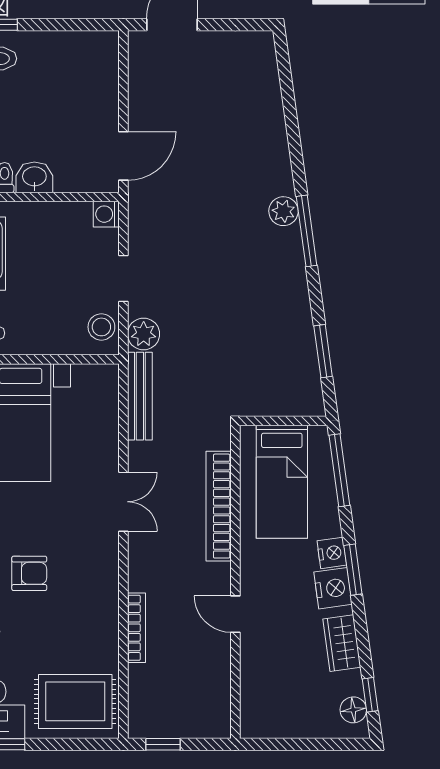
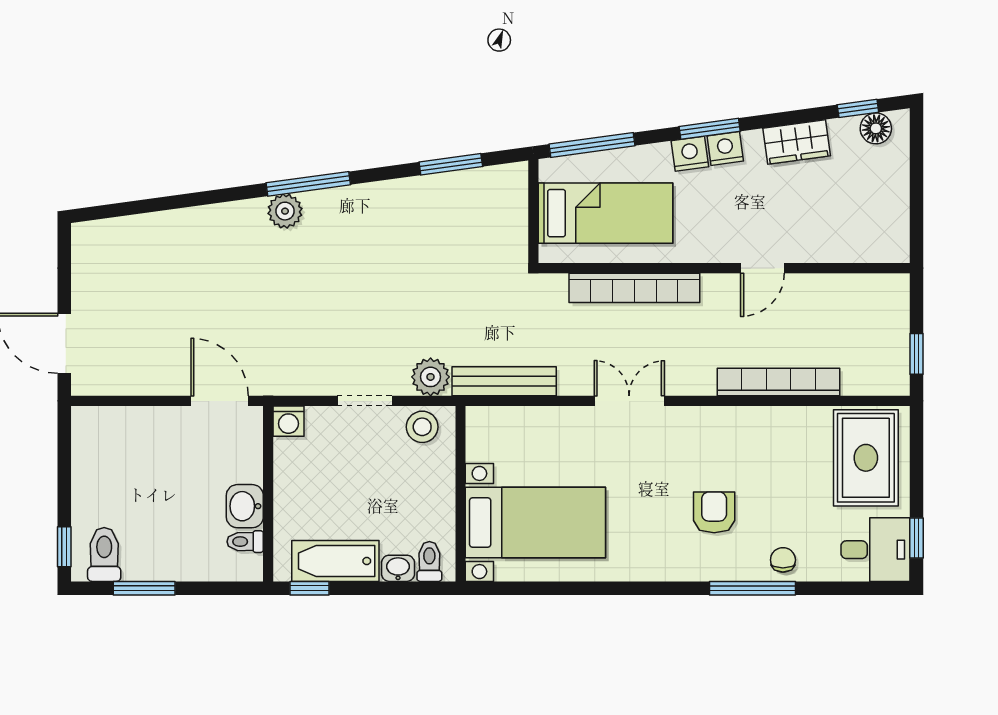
nightstand: (333, 588) -> (725, 148), width x0.74, depth x0.75
bookcase: (136, 628) -> (779, 382), width x1.48, depth x1.31

